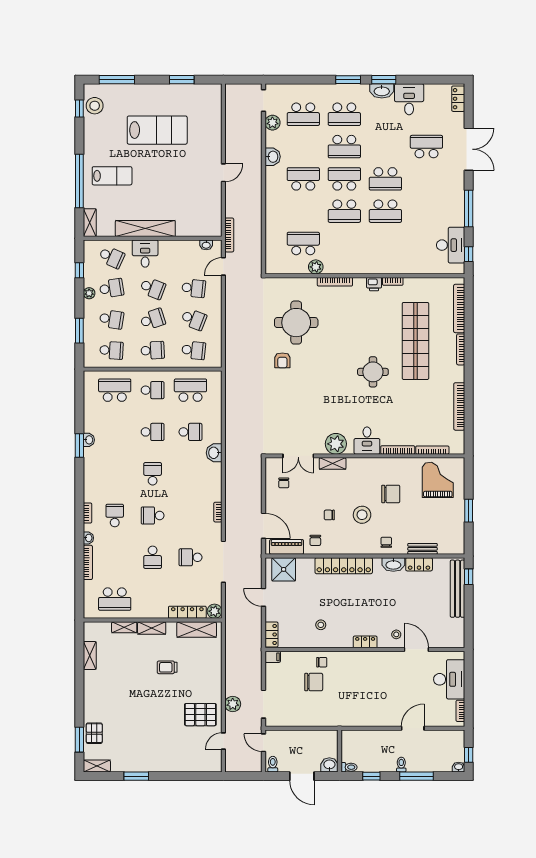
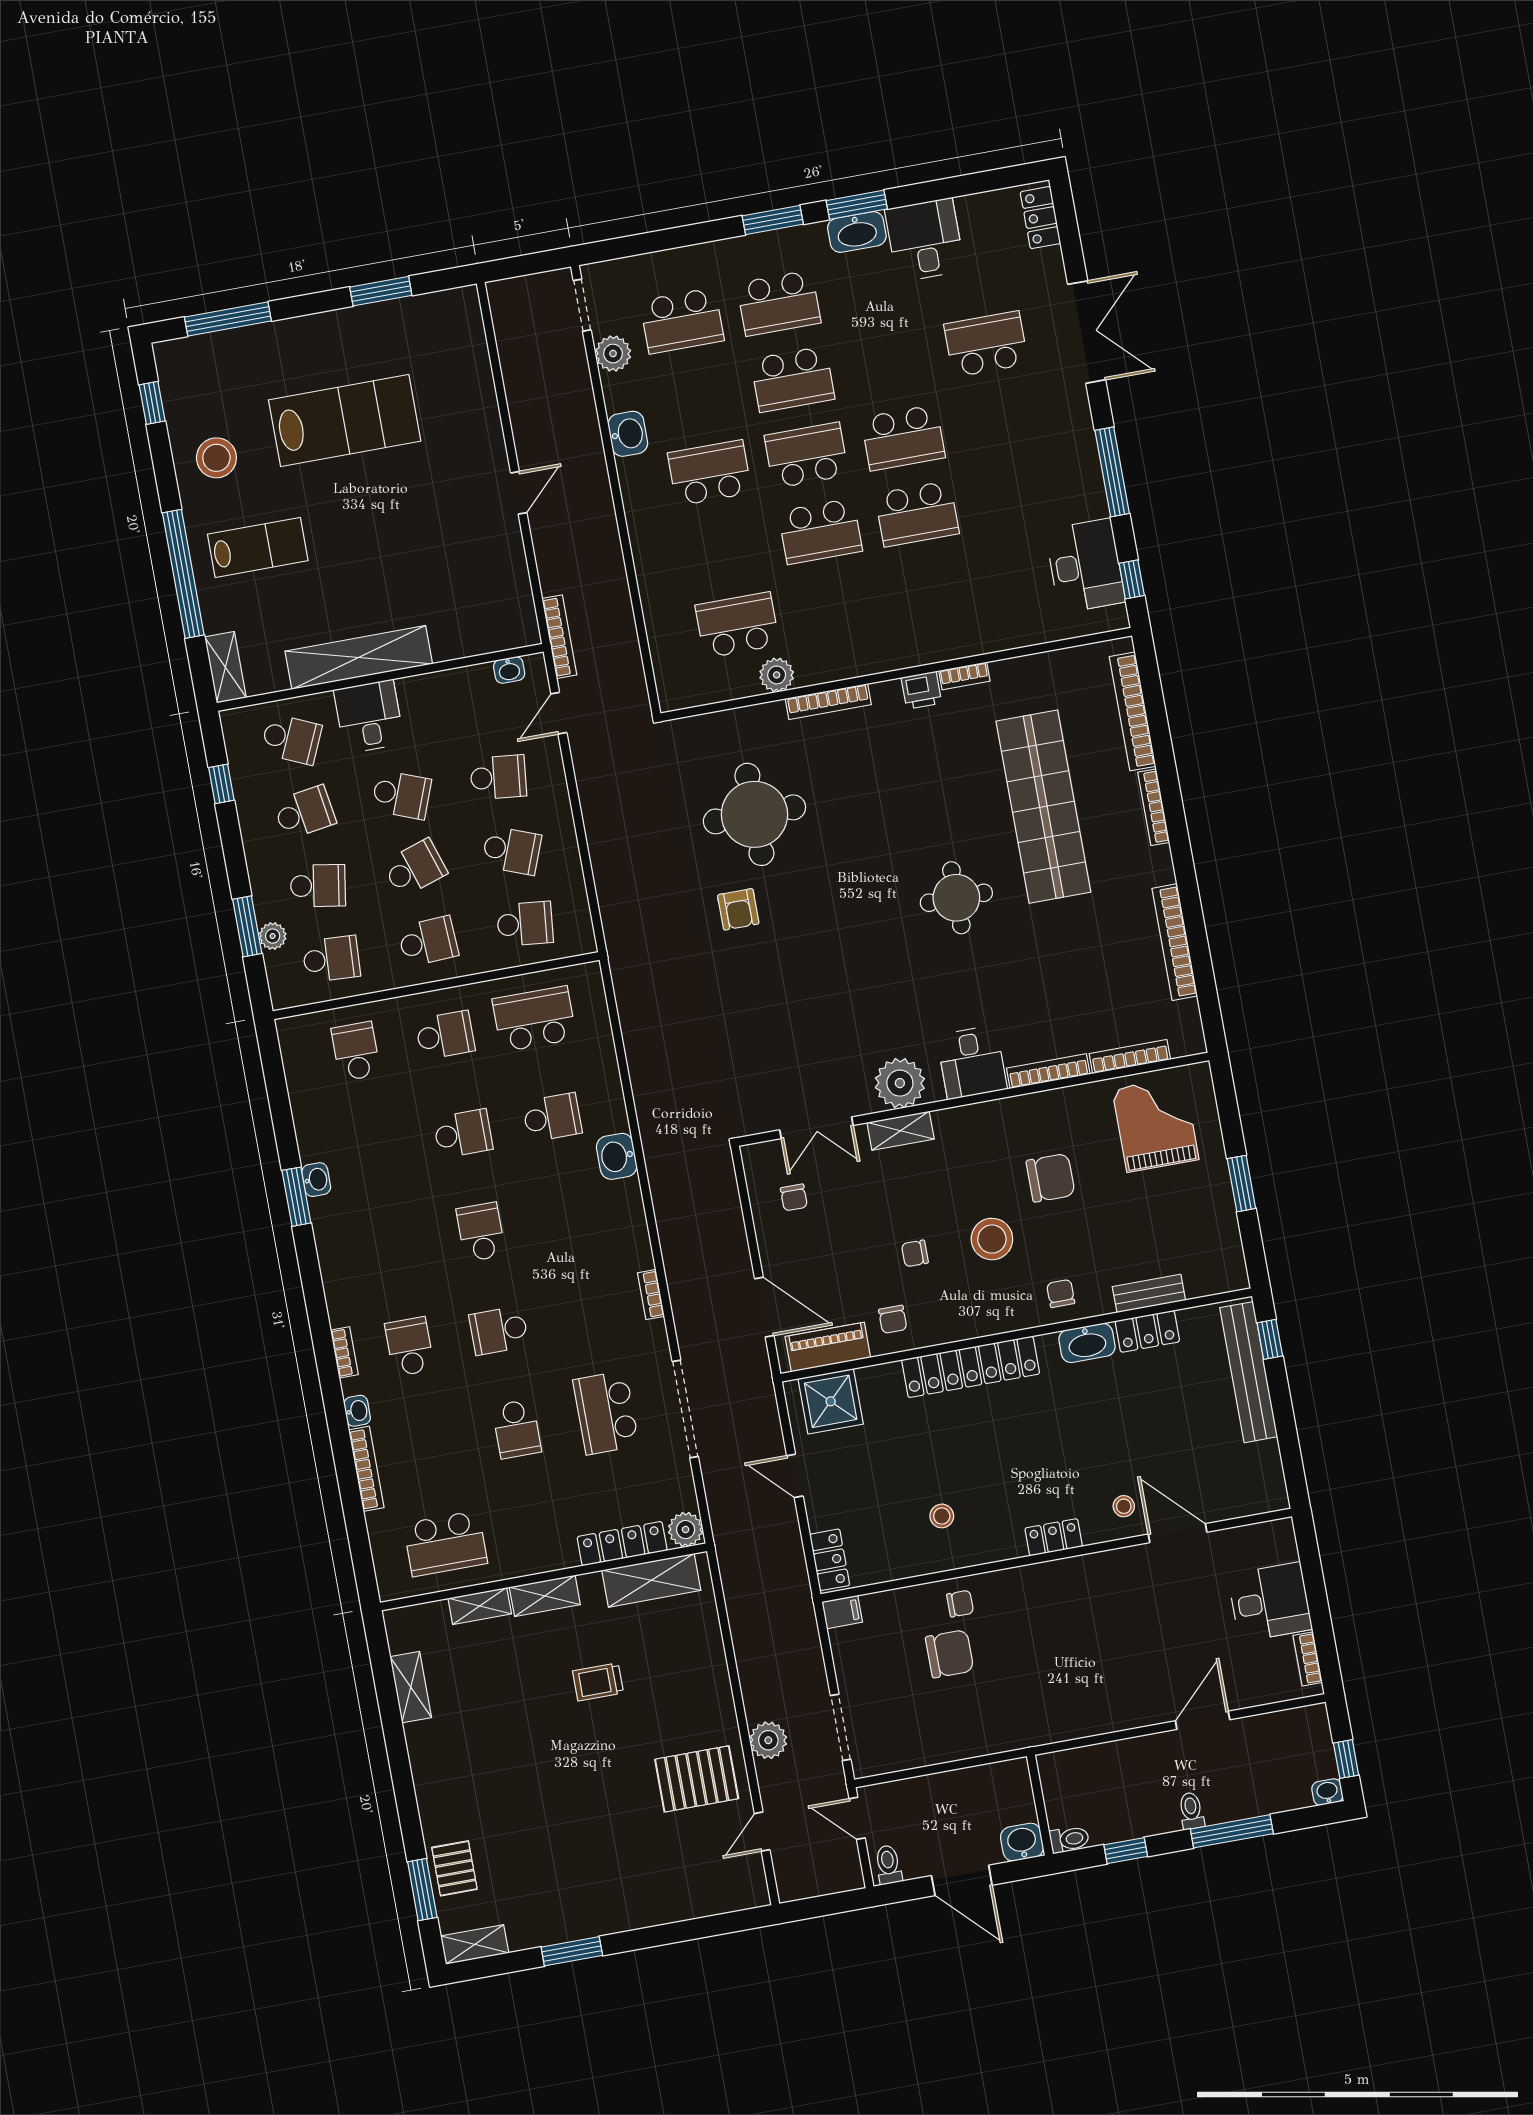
stool: (95, 106) -> (216, 458), moved
plant: (89, 293) -> (273, 936), moved
school desk: (115, 390) -> (356, 1051), width x0.54
school desk: (190, 557) -> (606, 1413), width x1.85
desk: (449, 679) -> (1270, 1602), width x0.73

